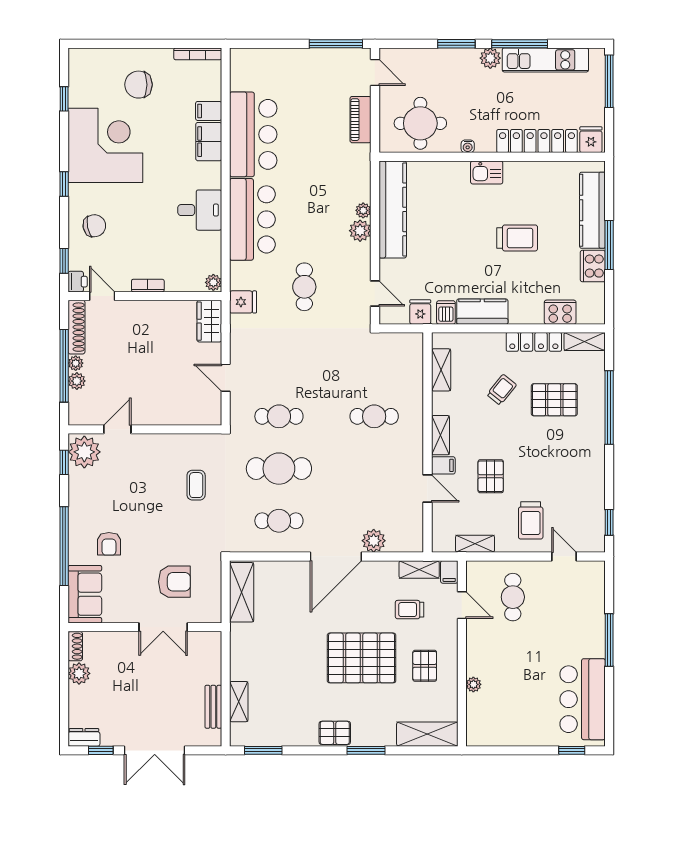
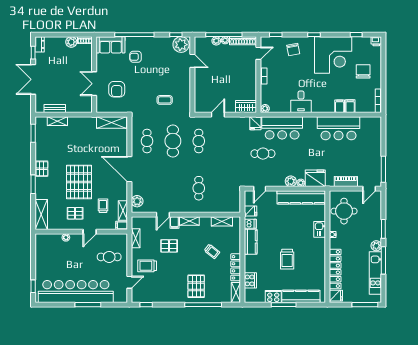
filing cabinet: (209, 142) -> (340, 106), width x0.50
kitchen sink: (487, 172) -> (320, 229), moved
fridge: (354, 181) -> (315, 178), added
bar counter: (252, 219) -> (282, 128), moved
printer: (78, 282) -> (376, 41), moved
pallet: (554, 400) -> (196, 286), moved
plant: (374, 541) -> (137, 201), moved
door: (462, 605) -> (90, 232), moved
bar counter: (583, 699) -> (76, 292), width x1.86

